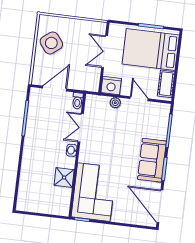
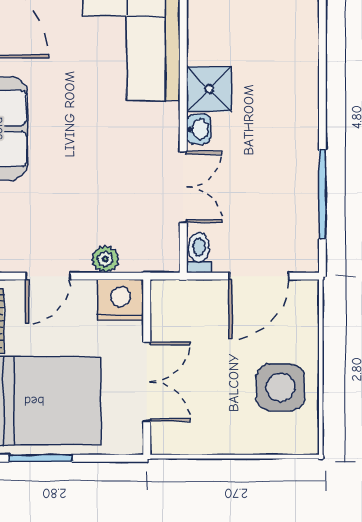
side table: (51, 43) -> (281, 387), turned 38
door: (139, 99) -> (48, 276), hinge flipped
shower: (64, 178) -> (209, 89), moved

